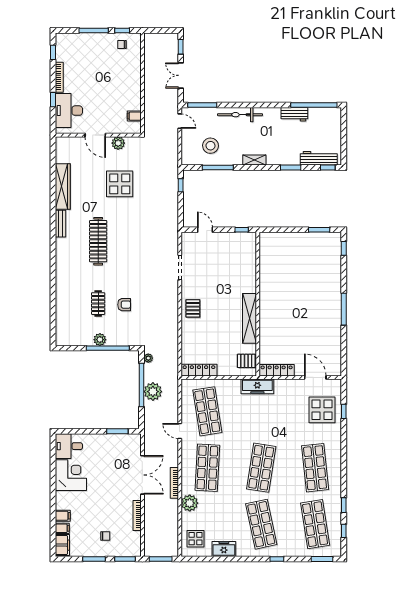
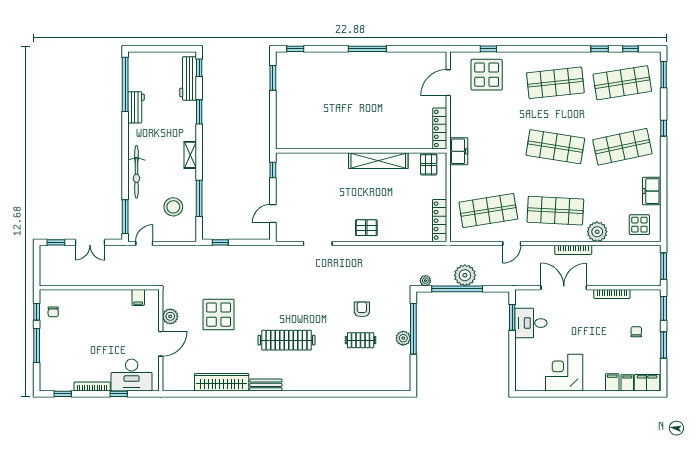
freezer: (257, 386) -> (459, 151), width x0.71
desk: (69, 446) -> (531, 323), moved, turned 90

